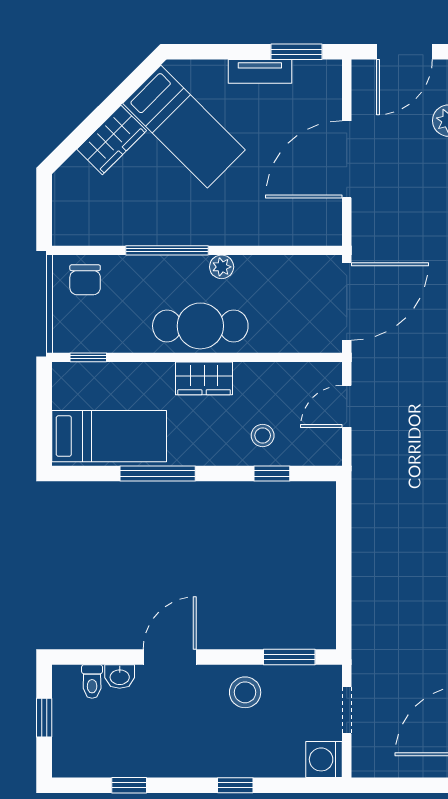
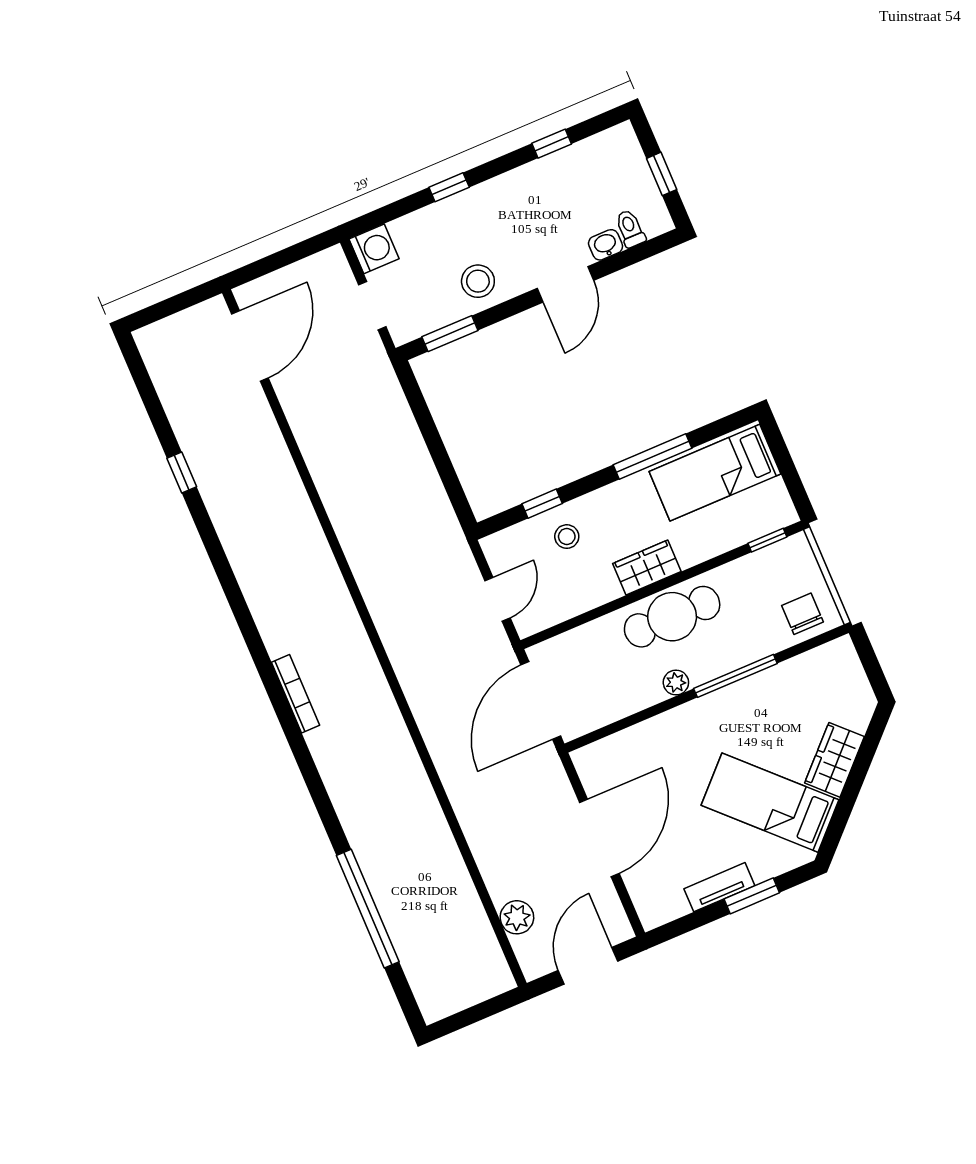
window: (297, 52) -> (752, 896), moved

